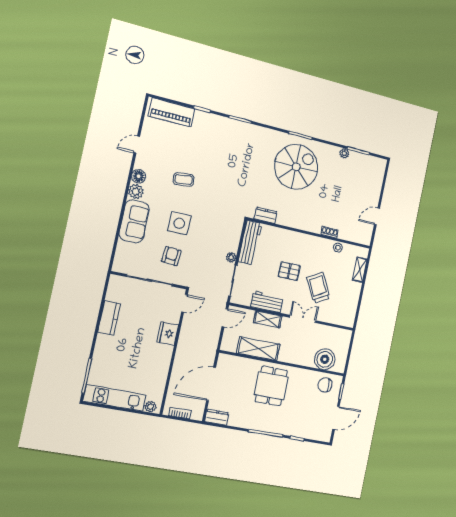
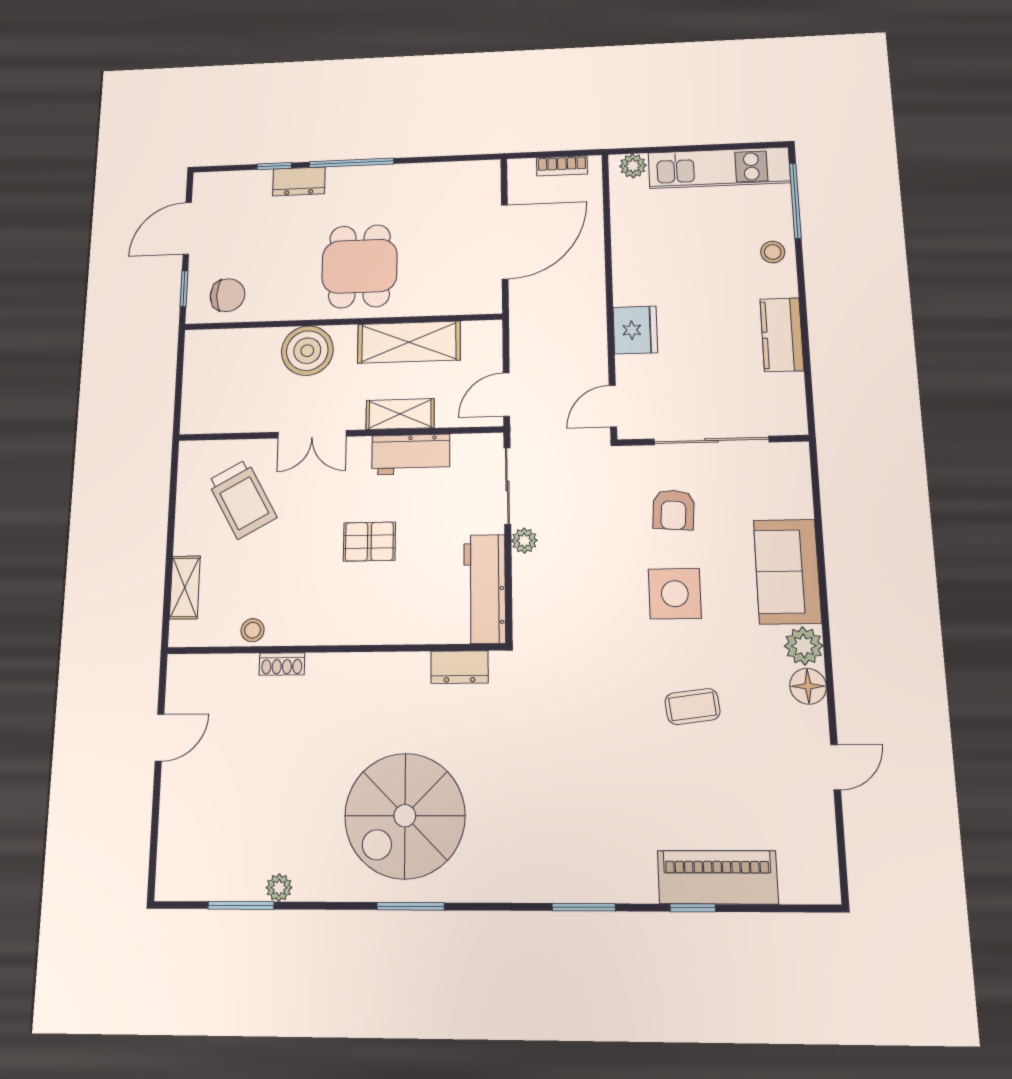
piano: (172, 112) -> (718, 877), moved
trolley: (318, 288) -> (242, 499), moved
stool: (103, 355) -> (773, 252), added
boiler: (325, 359) -> (307, 351), moved
dresser: (217, 417) -> (299, 181), moved

